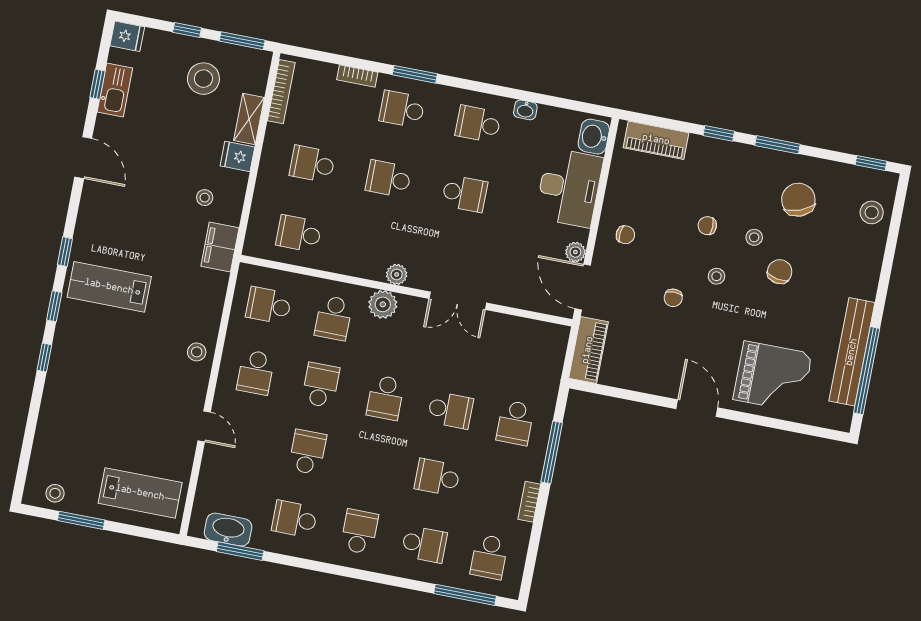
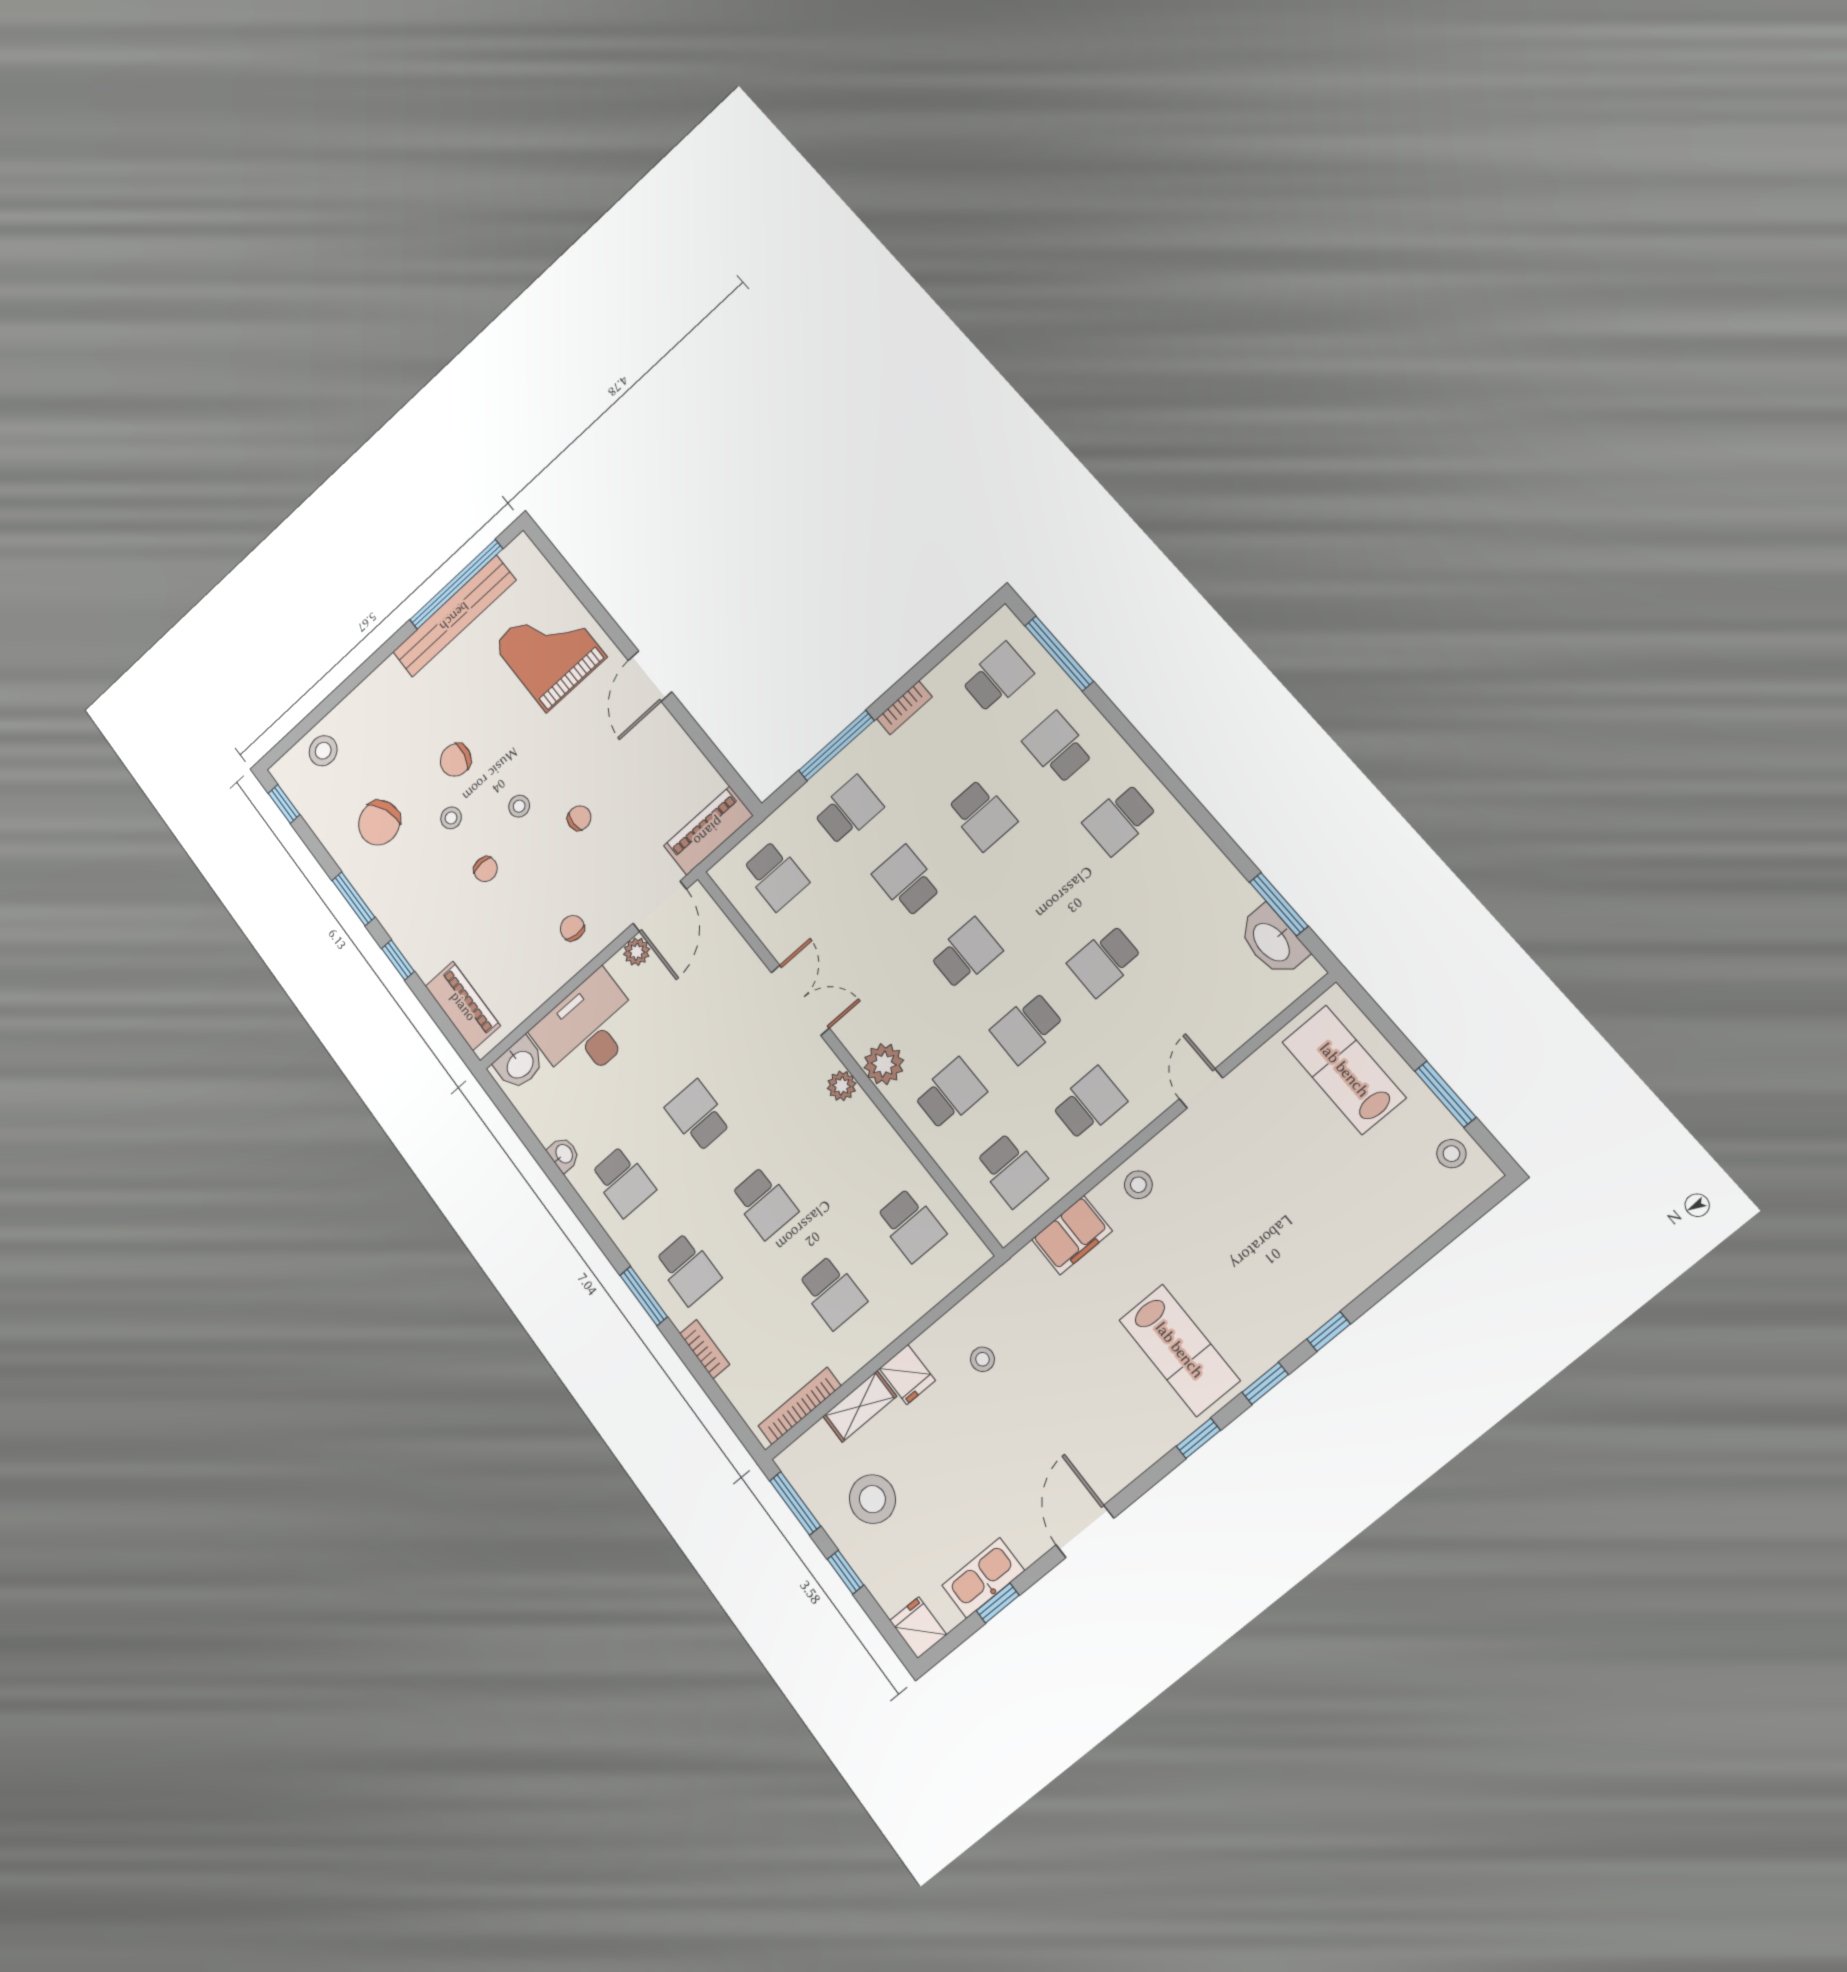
filing cabinet: (220, 247) -> (1072, 1235), moved
school desk: (294, 519) -> (775, 876), moved

